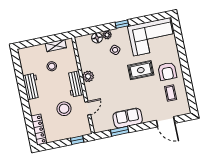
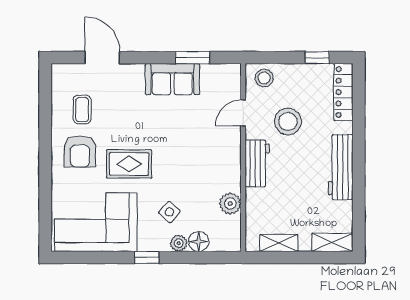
shelving: (29, 52) -> (332, 242), added
stool: (52, 66) -> (264, 78), moved
armchair: (167, 71) -> (80, 152), turned 180
plant: (88, 76) -> (230, 203), moved
workbench: (31, 86) -> (341, 167), width x1.38
window: (77, 140) -> (317, 58), moved

